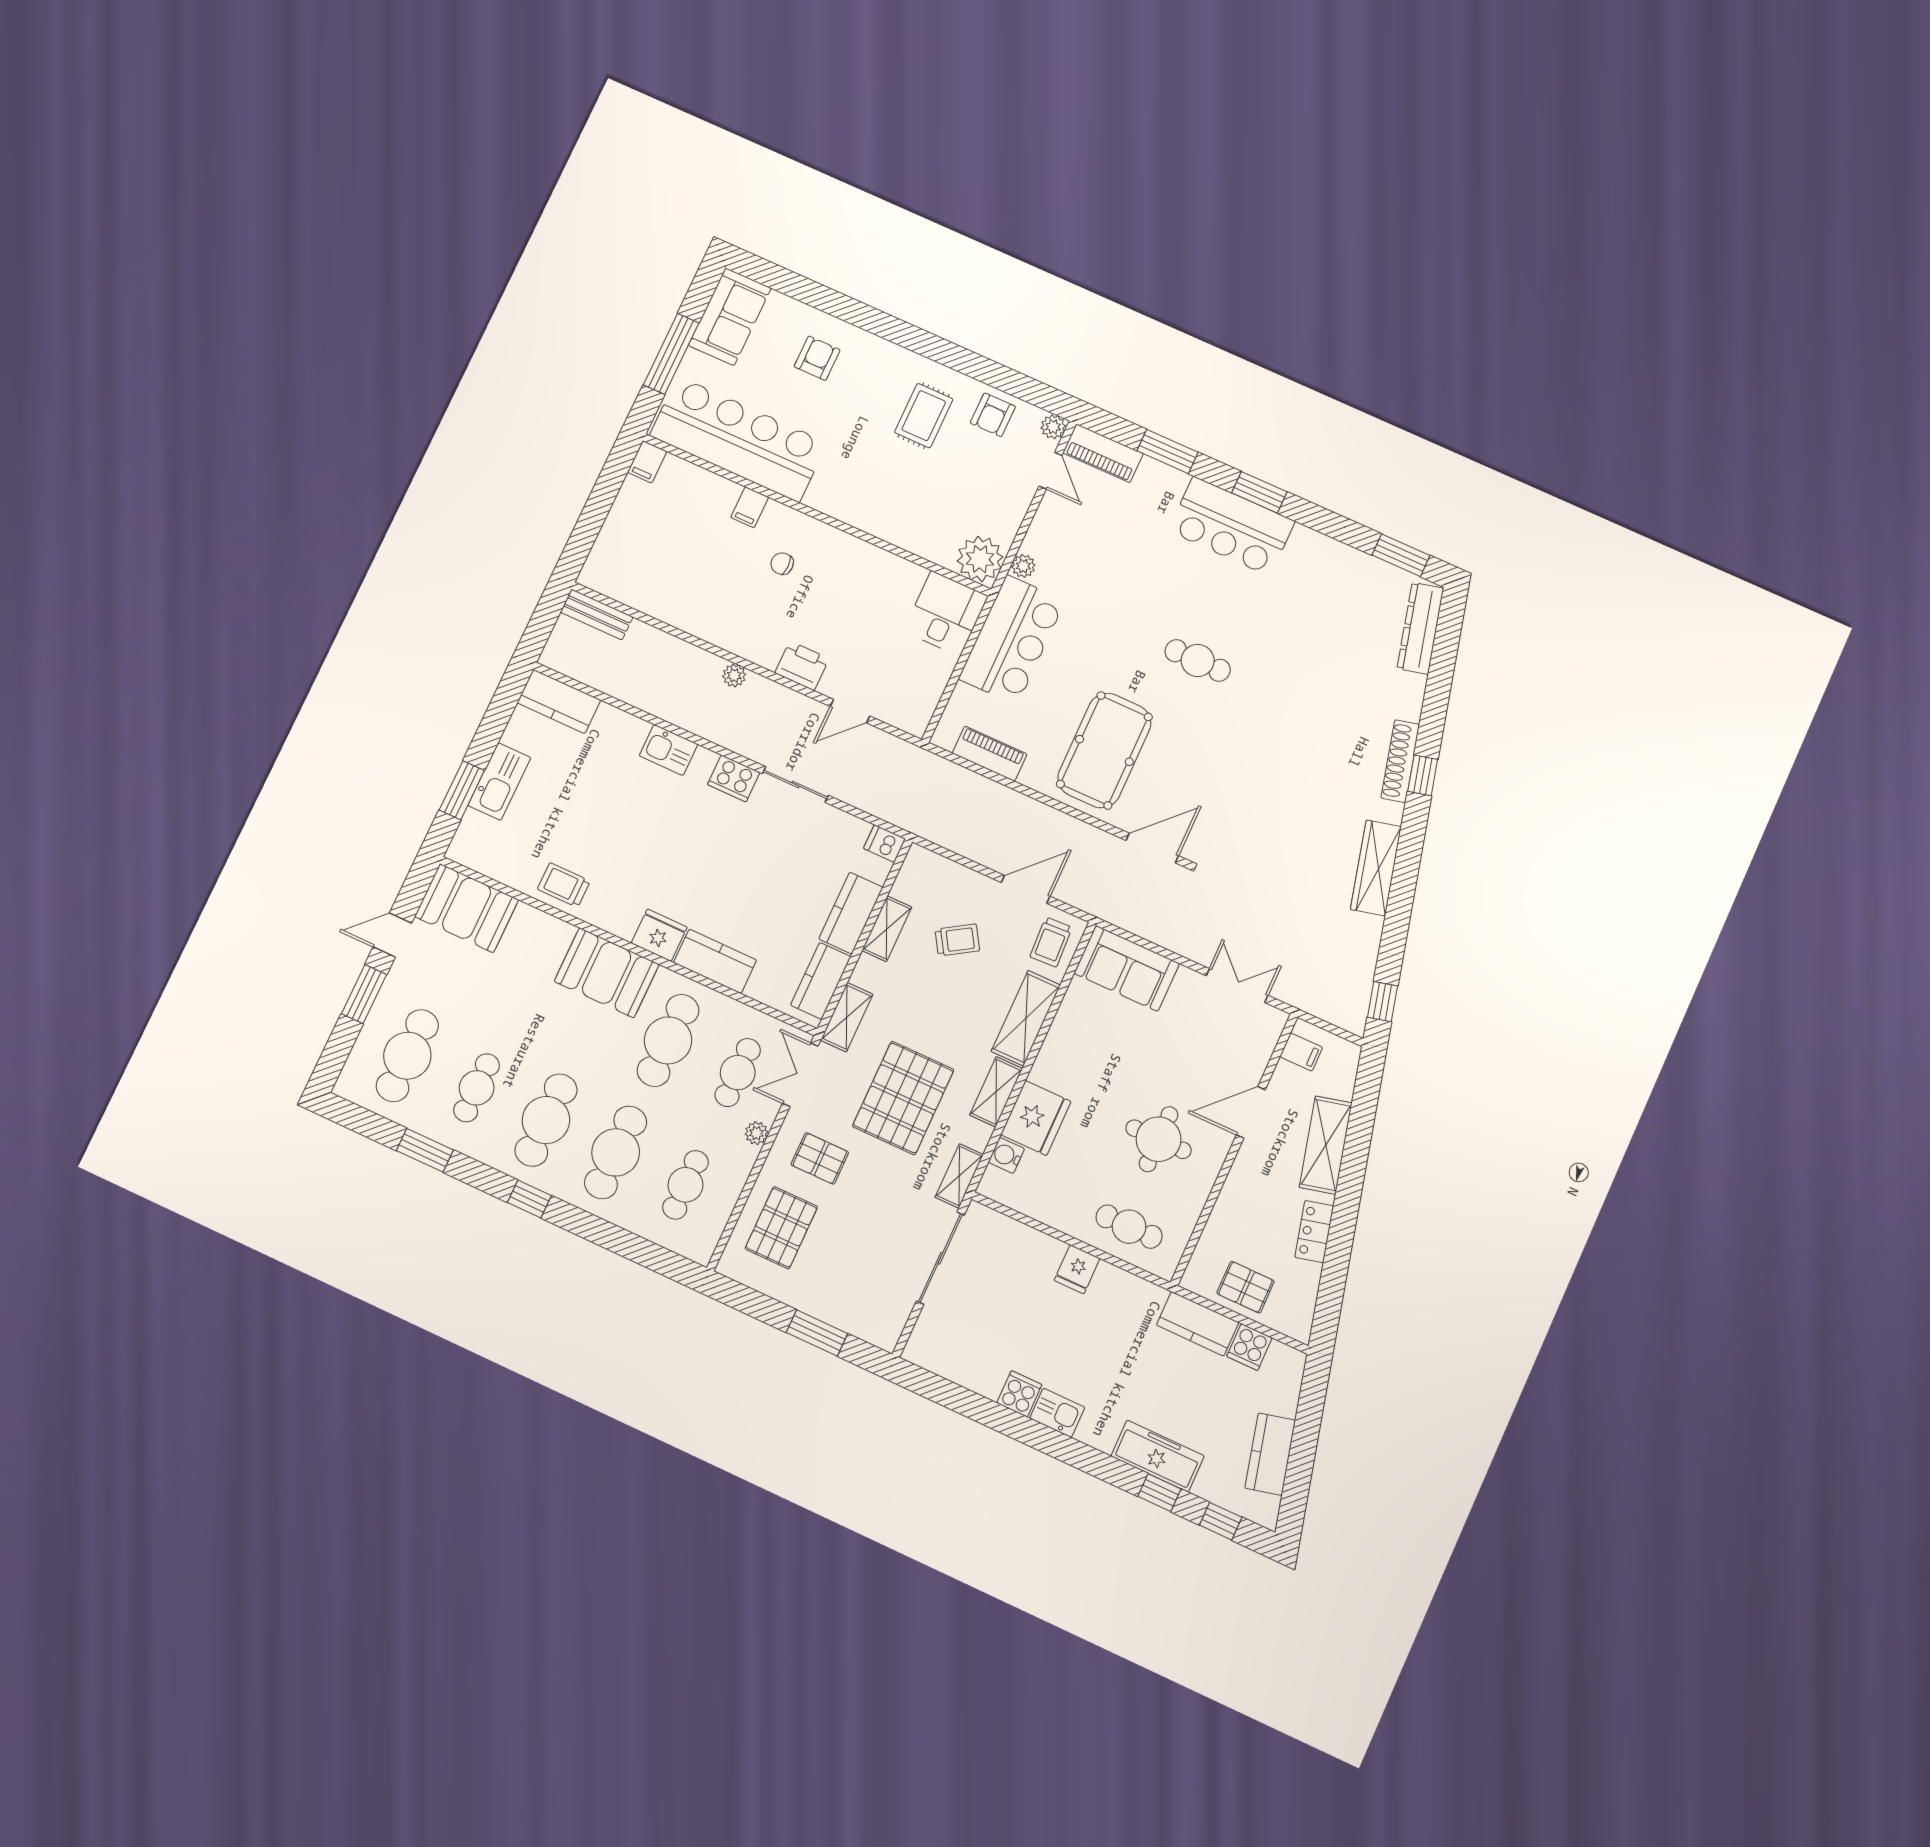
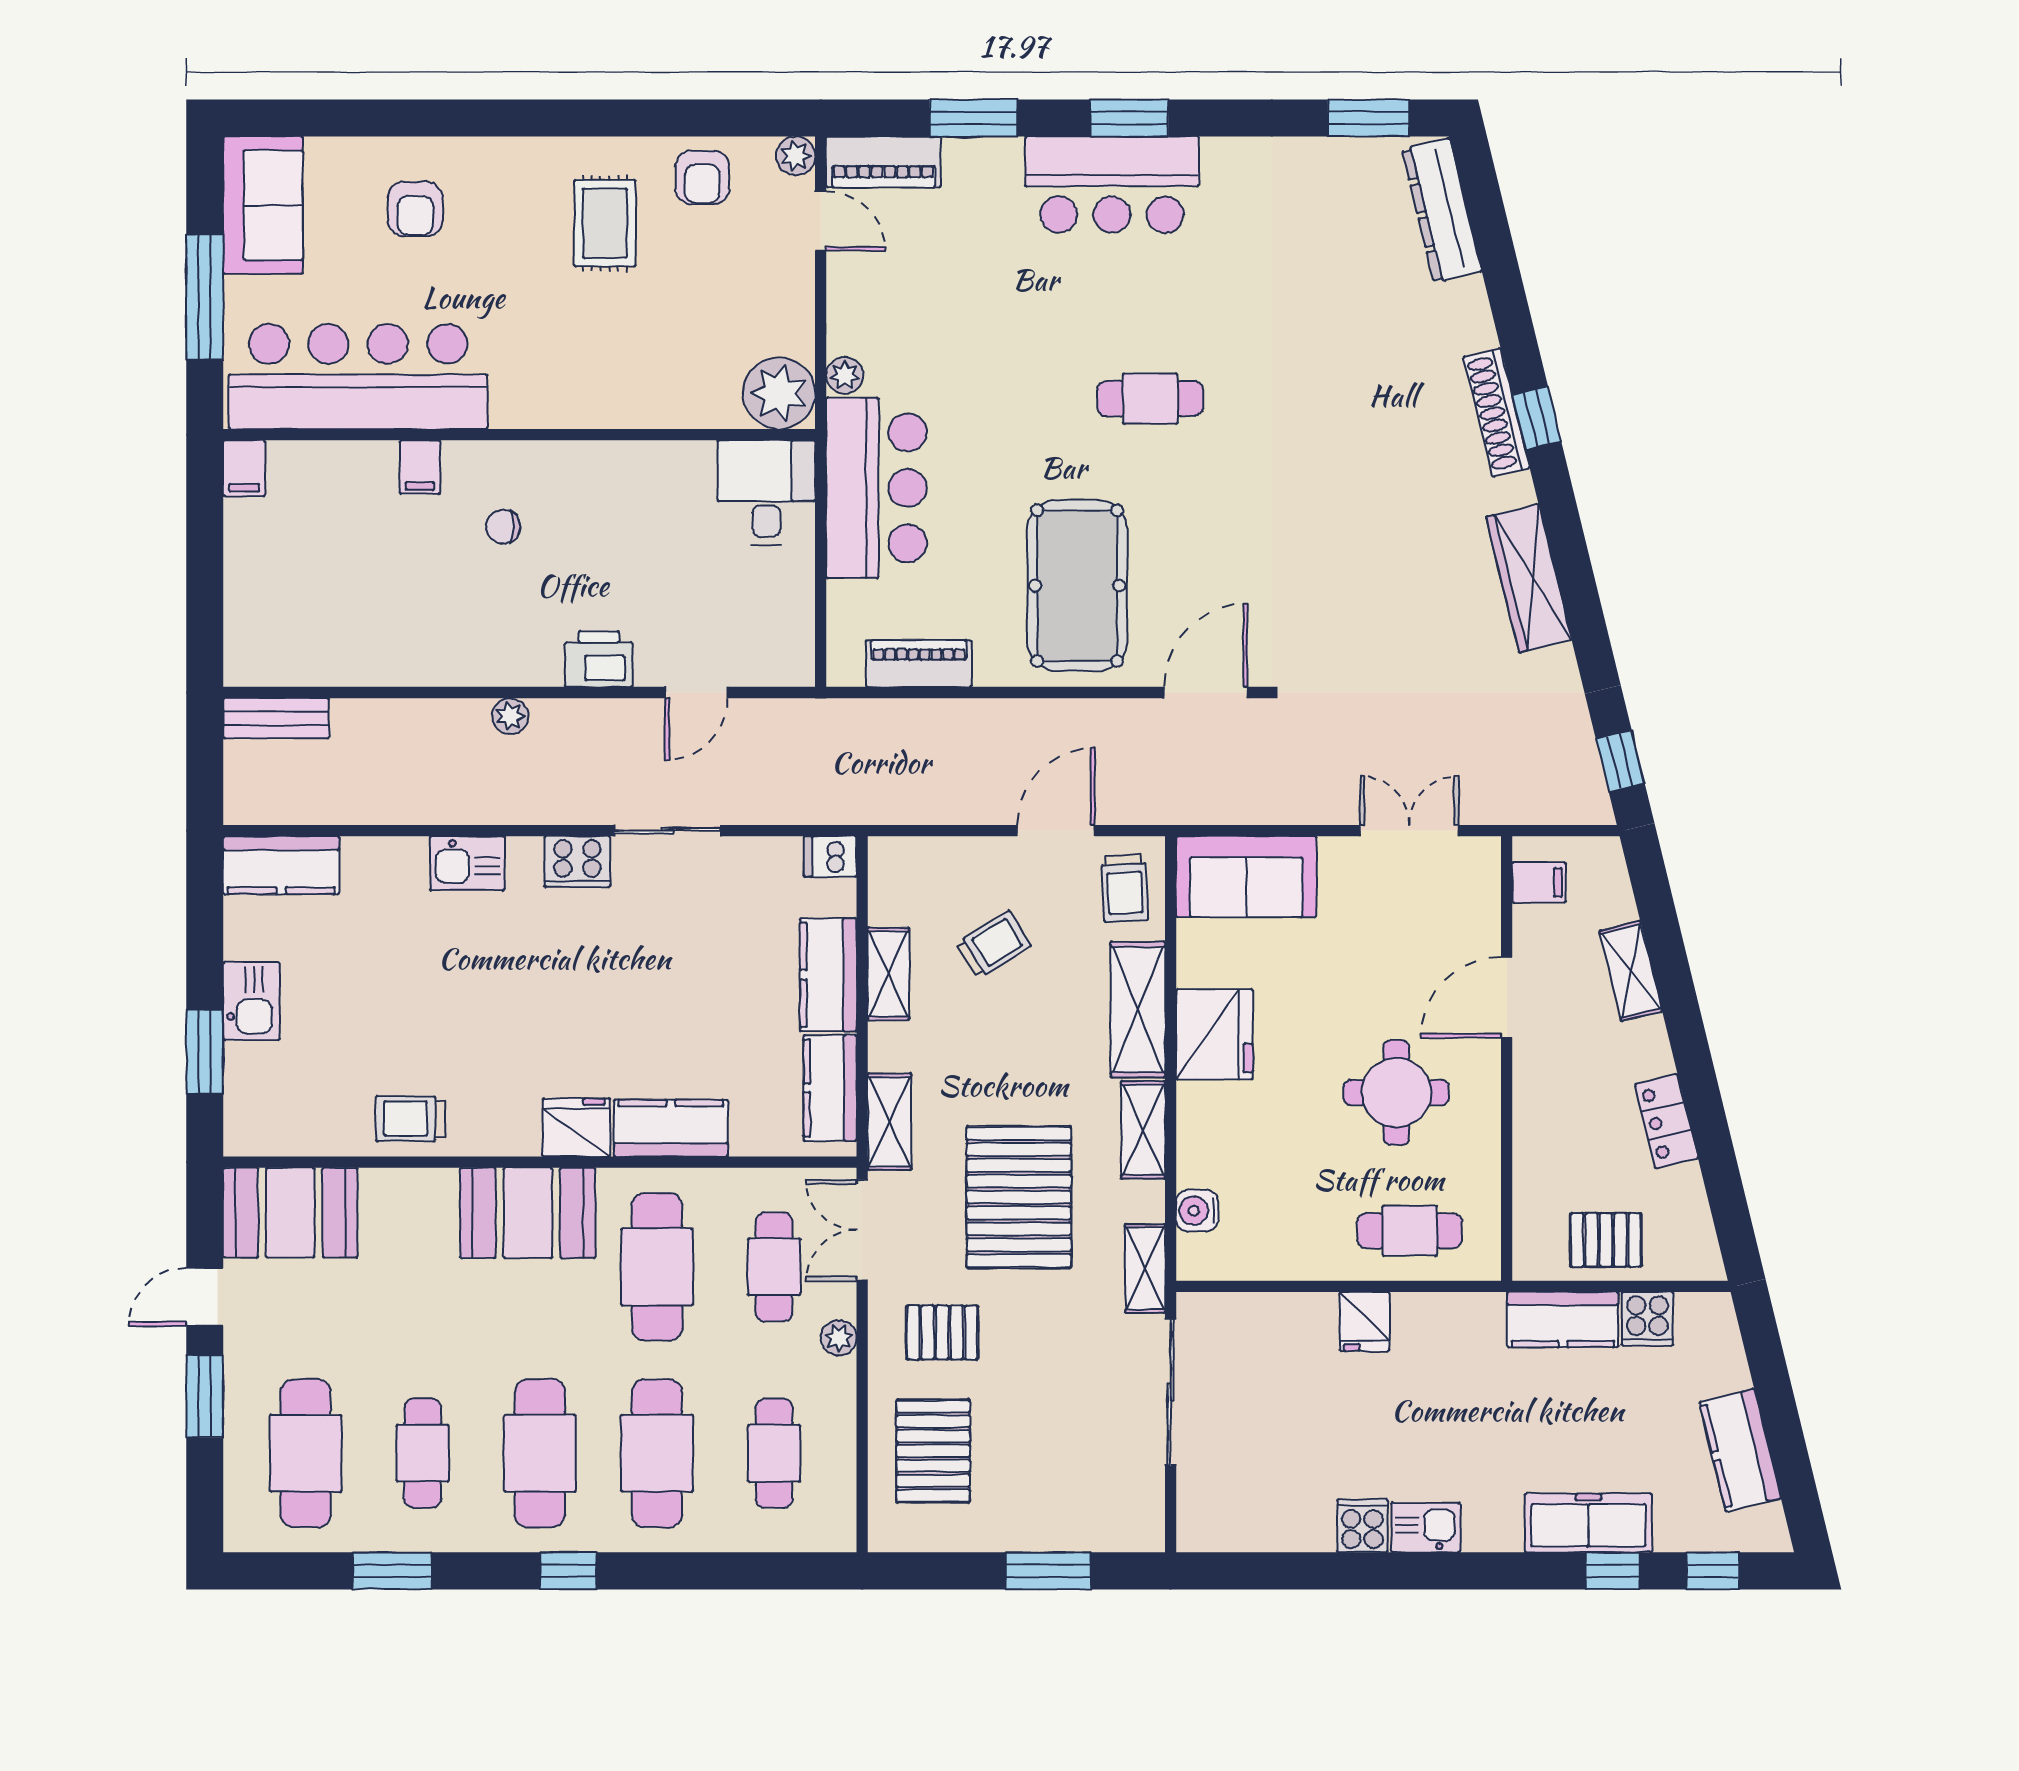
armchair: (817, 358) -> (415, 209), turned 180
kitchen sink: (499, 781) -> (251, 1001), width x0.73
fridge: (1036, 1118) -> (1214, 1034), moved
shelving: (1326, 1145) -> (1631, 971), width x0.67, depth x0.75

